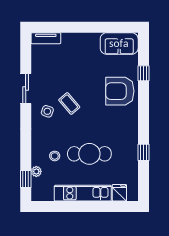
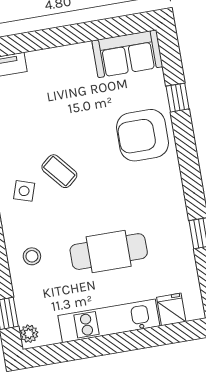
stool: (55, 156) -> (32, 256), moved
plant: (36, 171) -> (29, 334), moved

